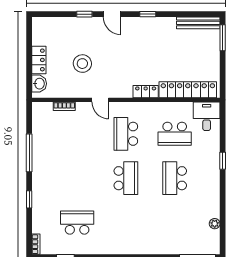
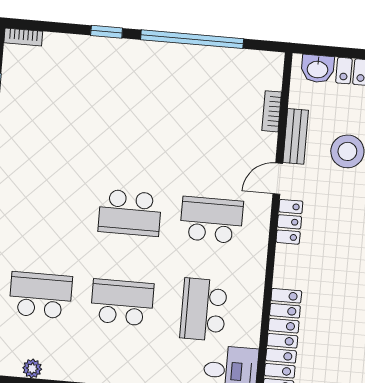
bench: (77, 92) -> (296, 136), added
locker: (146, 92) -> (289, 222), moved
window: (29, 153) -> (192, 39), width x1.46
school desk: (77, 223) -> (41, 295), moved, turned -90

